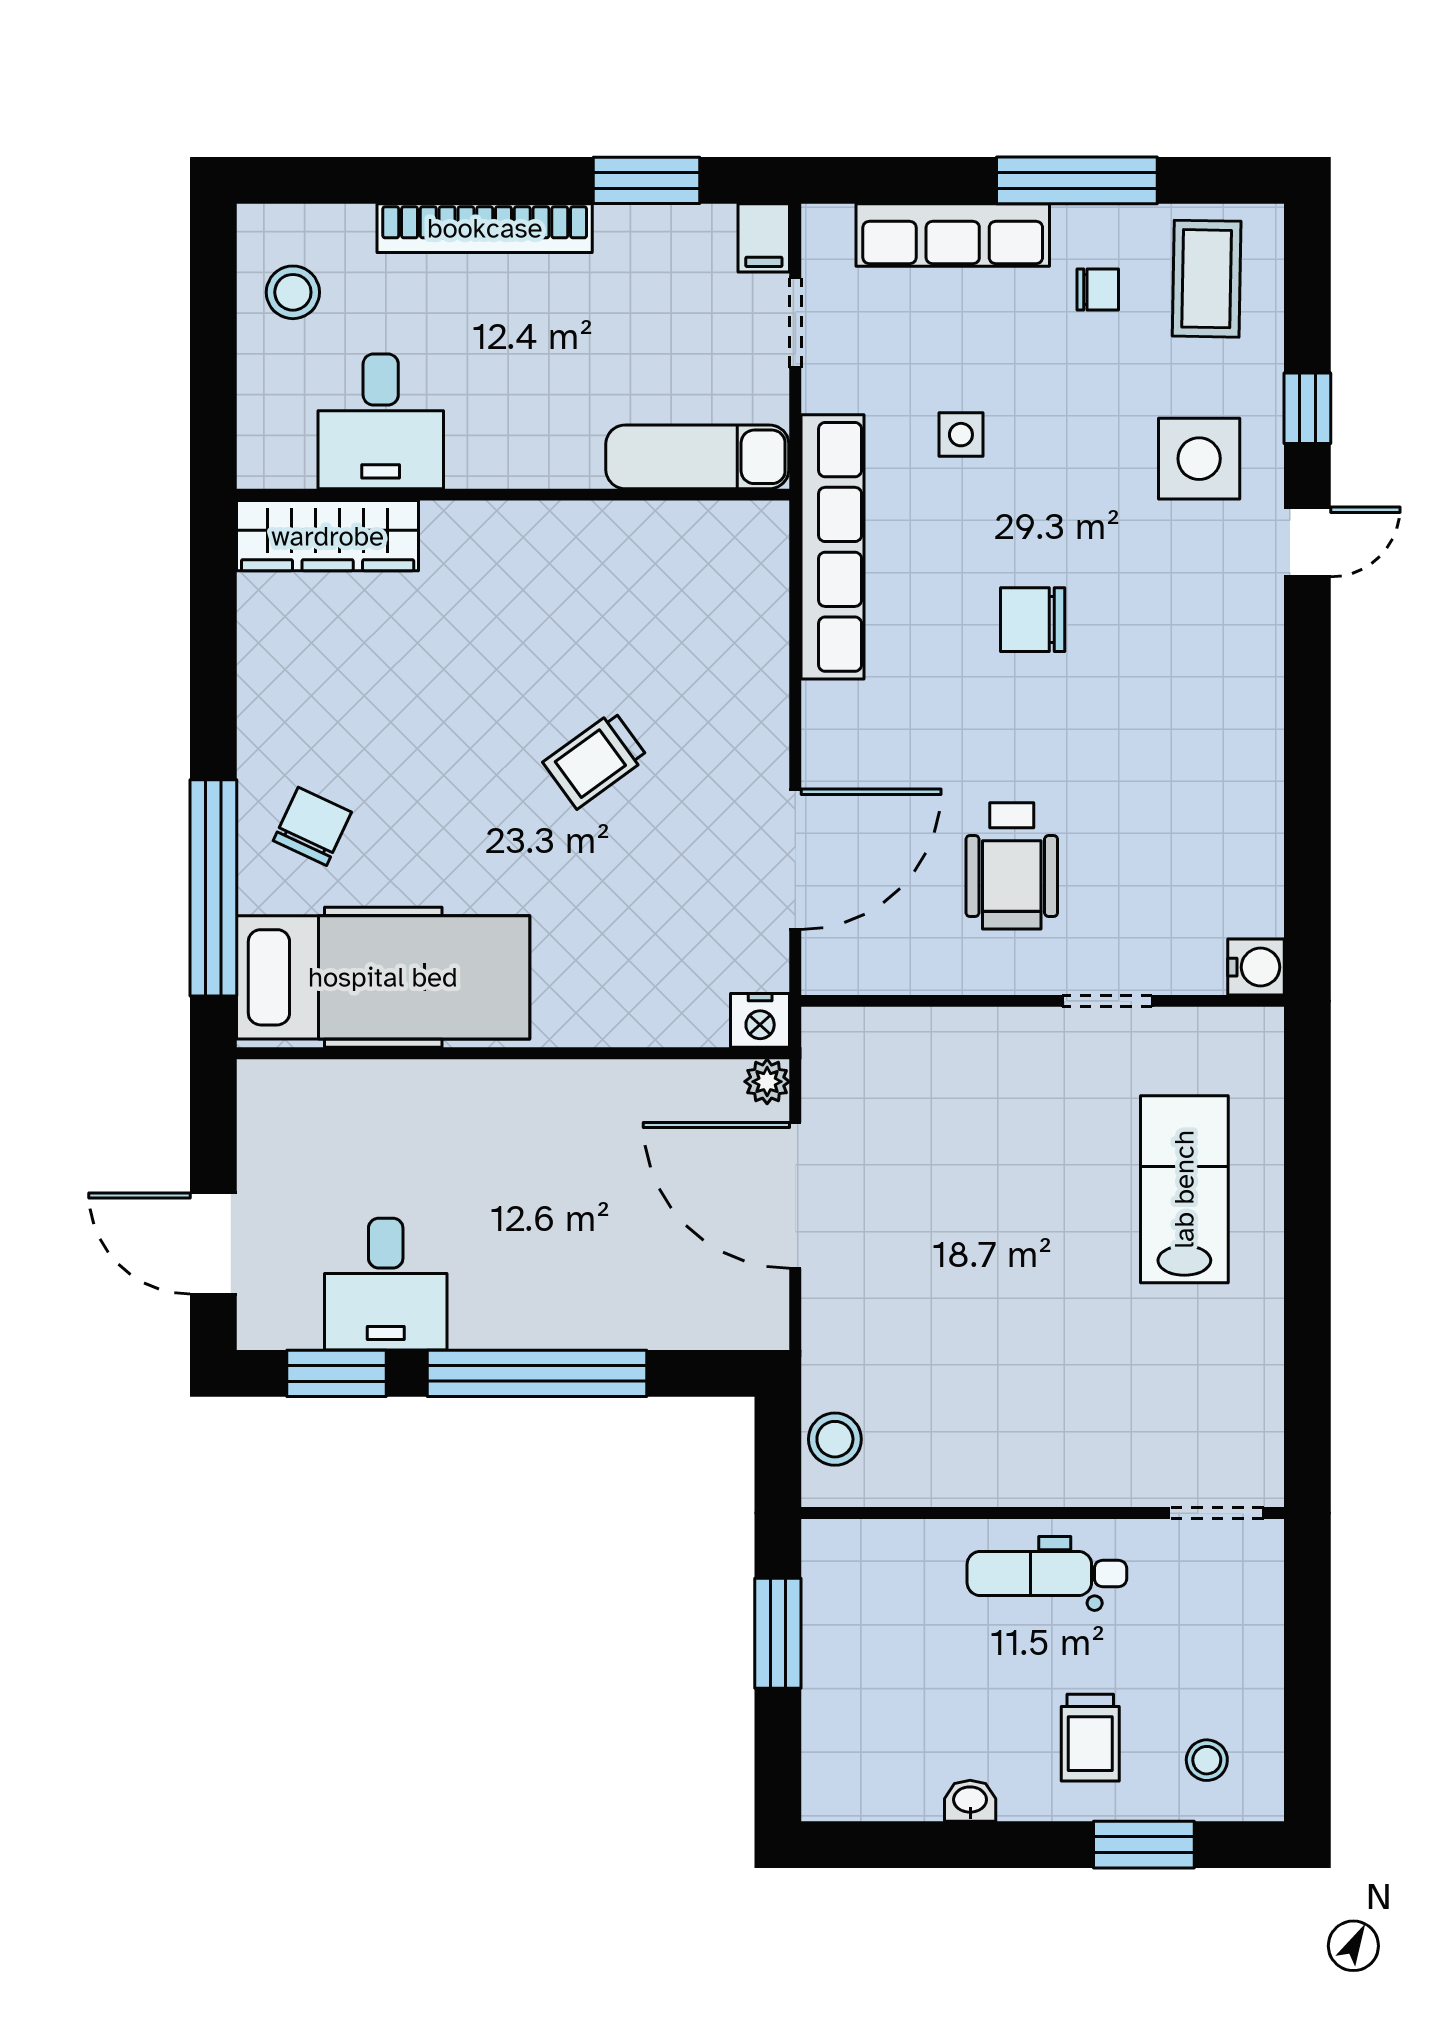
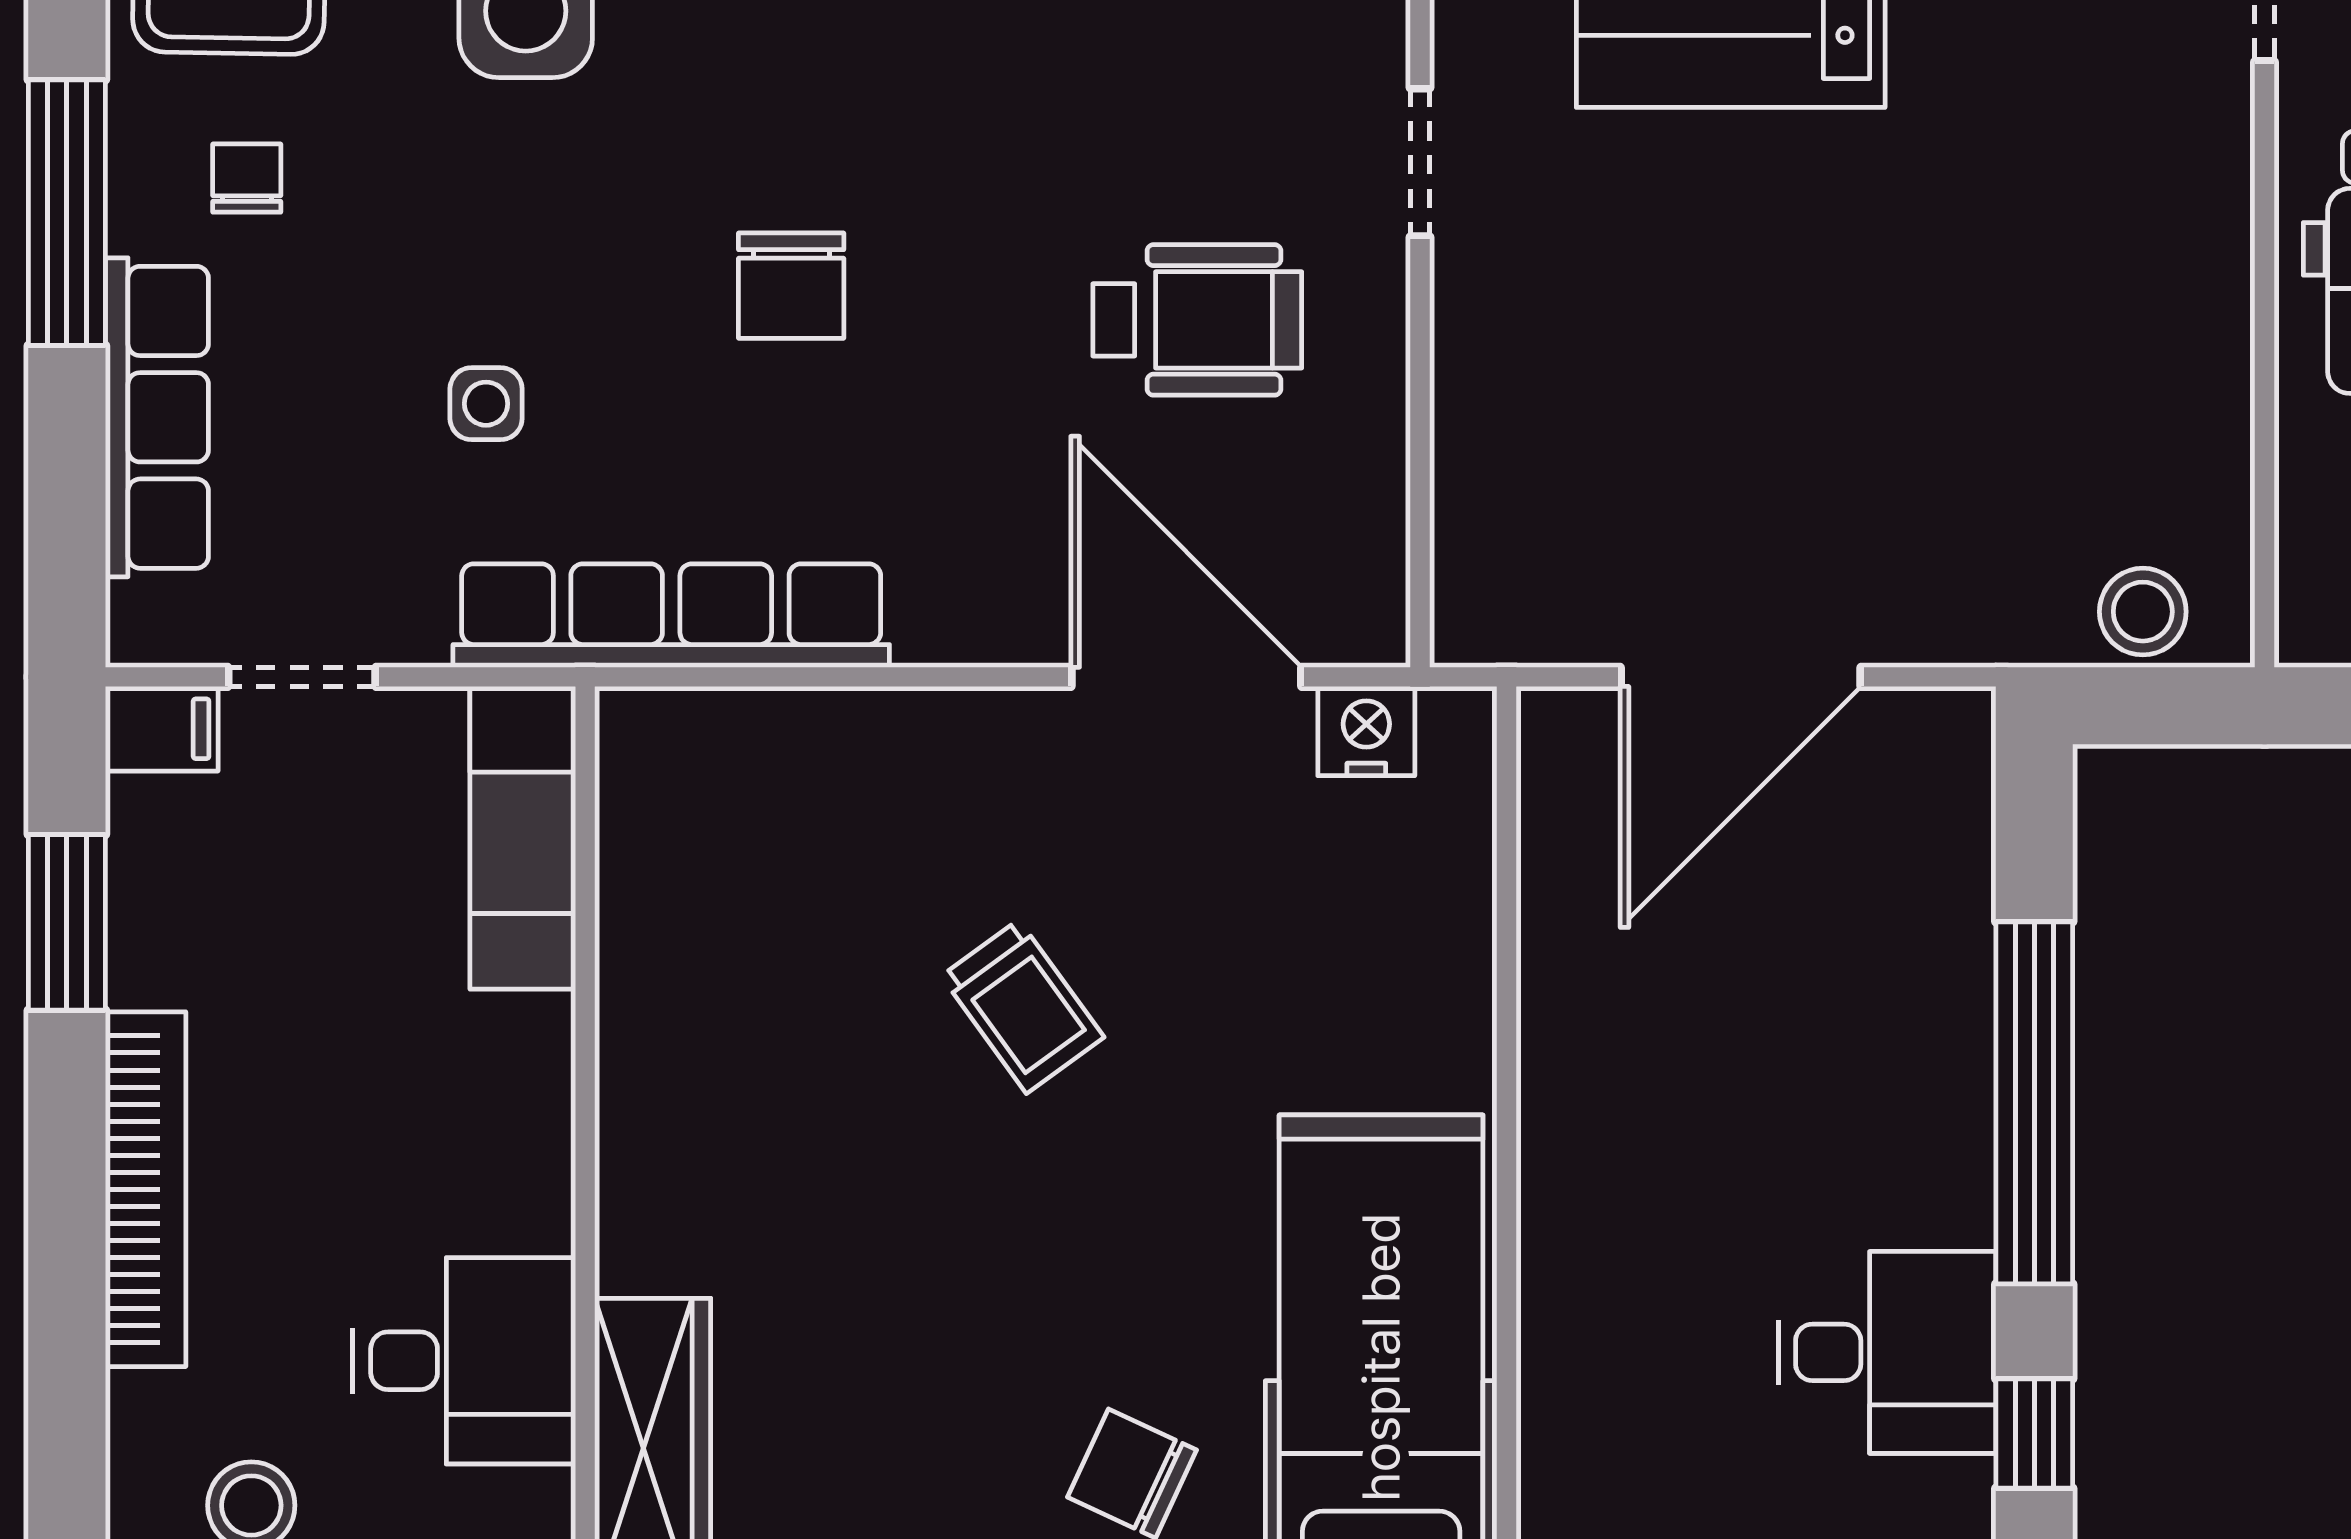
nightstand: (760, 1020) -> (1366, 731), moved, turned -90
plant: (767, 1082) -> (1553, 723), removed
window: (337, 1373) -> (2034, 1434), width x0.67

